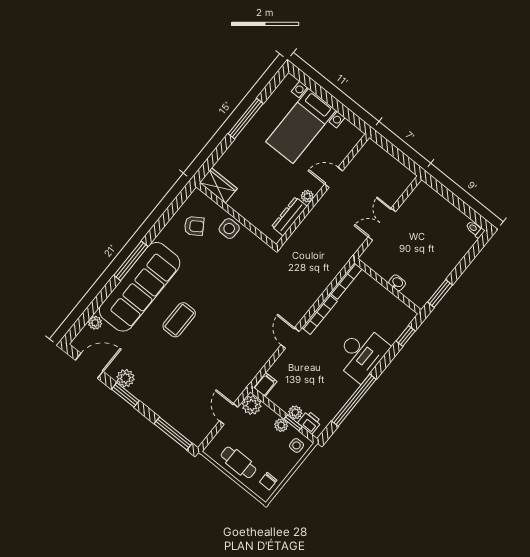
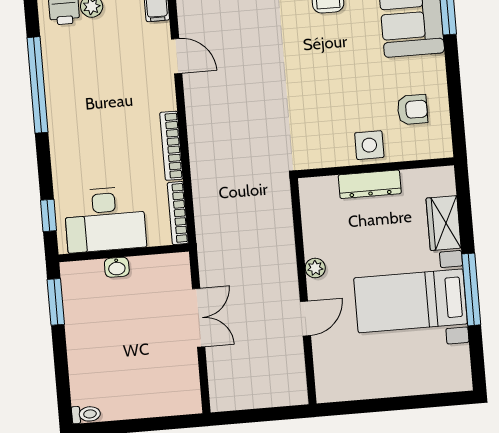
bed with nightstands: (301, 126) -> (411, 301), moved, turned -90
wardrobe: (218, 186) -> (444, 223), moved, turned 90
dresser: (289, 216) -> (370, 184), moved, turned 90
armchair: (194, 226) -> (412, 110), turned -147
door: (290, 338) -> (177, 56), moved
desk: (361, 353) -> (105, 219), moved, turned -90

